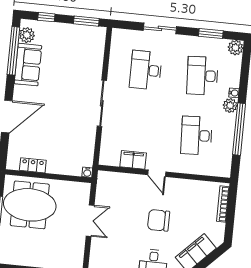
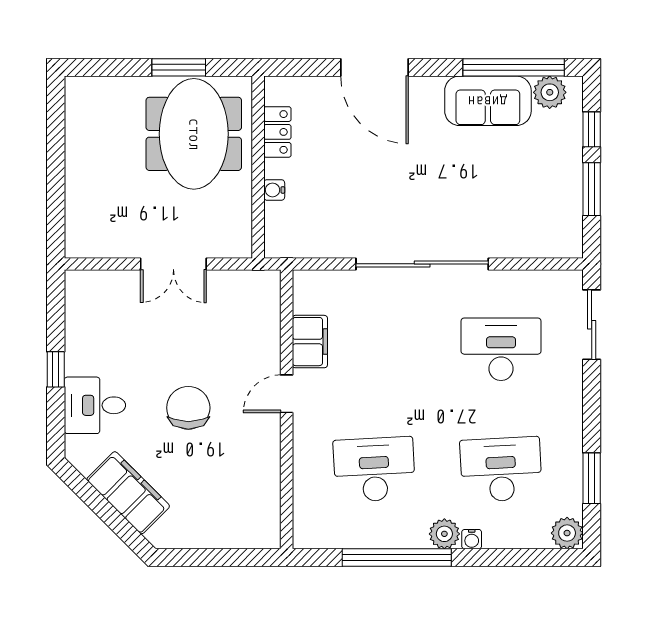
window: (86, 21) -> (592, 189), moved
sliding door: (160, 28) -> (592, 325), moved
sliding door: (102, 103) -> (422, 264), width x1.36
water cooler: (87, 172) -> (274, 190), moved
bookcase: (223, 204) -> (236, 539), removed

